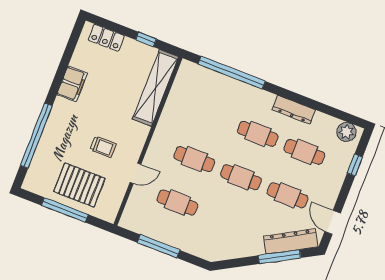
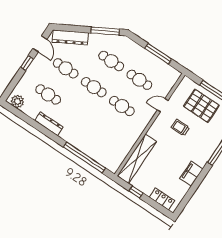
cafe table: (258, 134) -> (111, 61), moved
window: (355, 165) -> (27, 63), moved
window: (280, 257) -> (105, 31), moved

